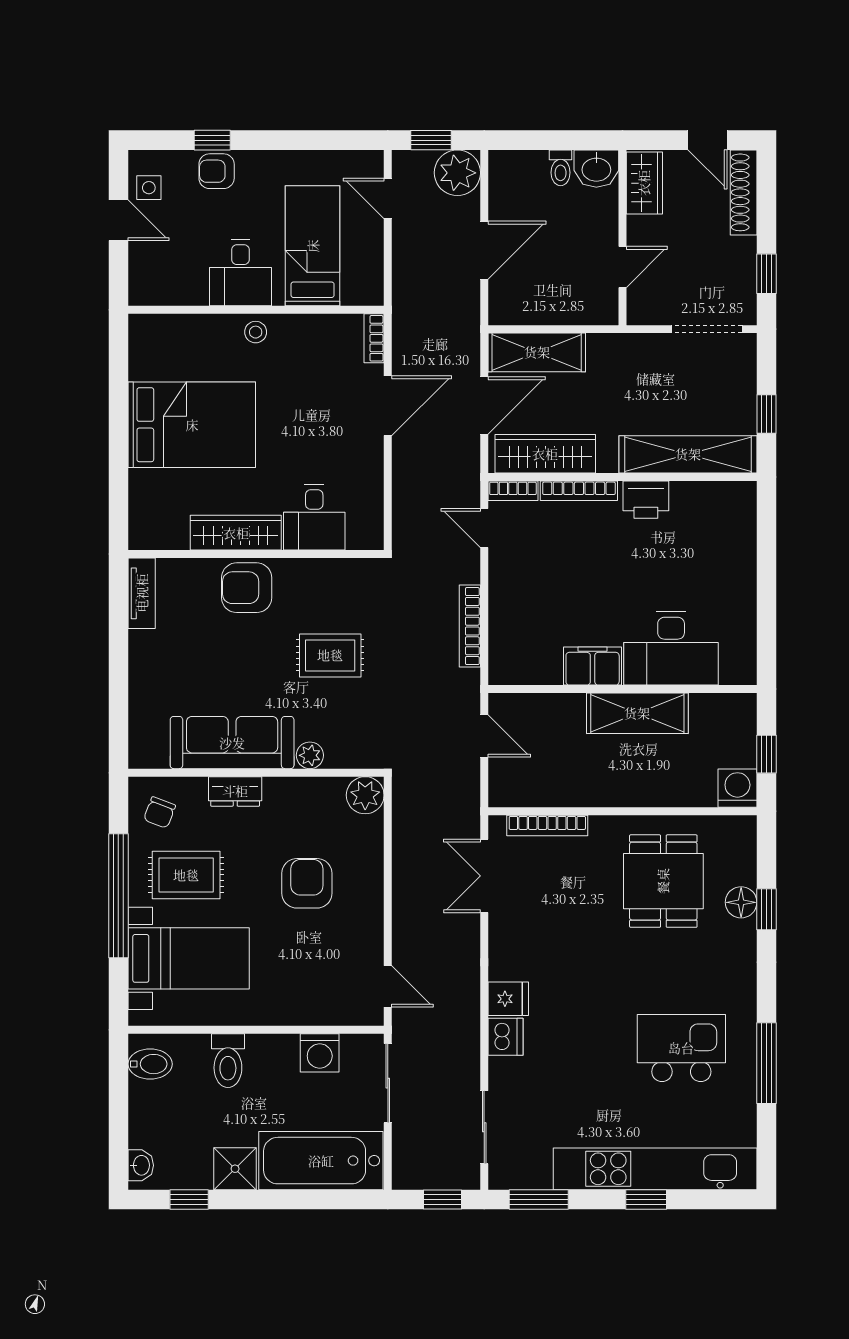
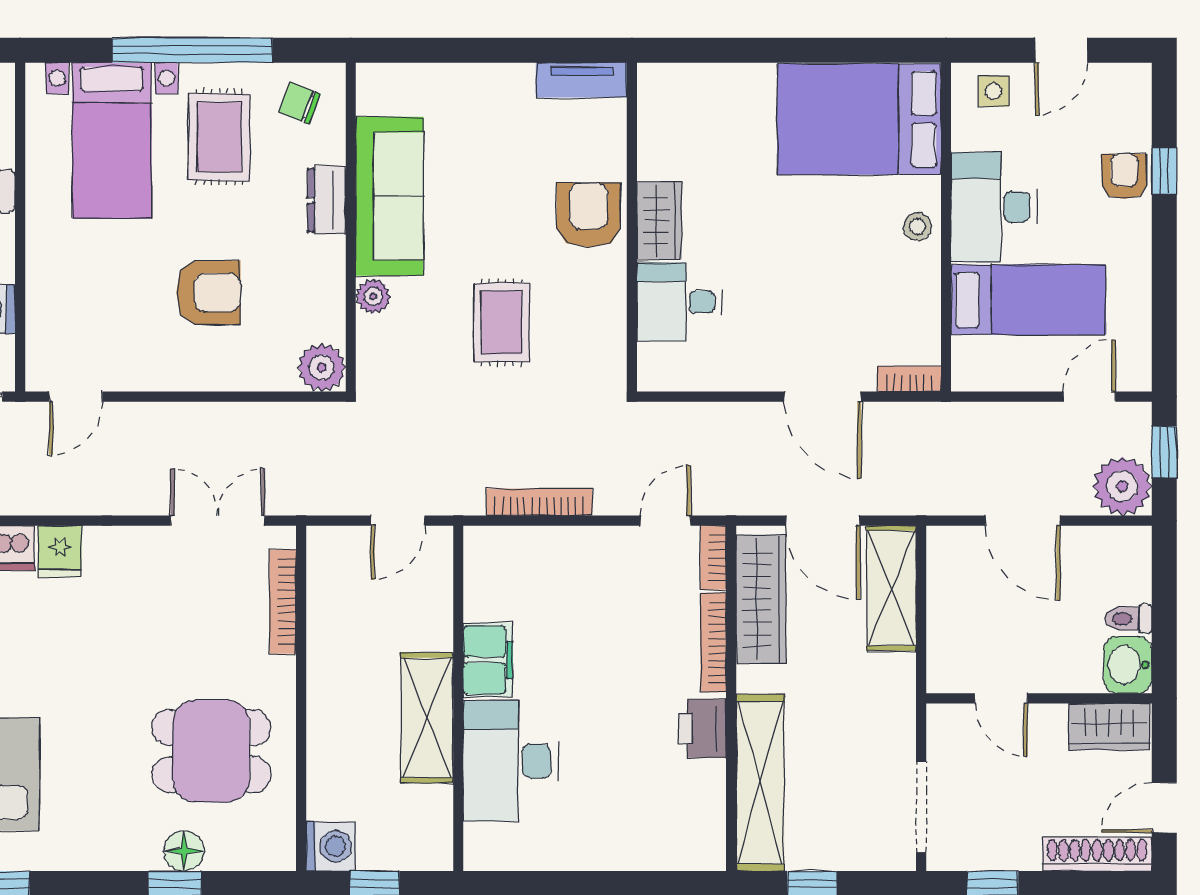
side table: (149, 188) -> (993, 91), moved
desk: (240, 273) -> (994, 207), width x1.37
bed: (192, 425) -> (859, 119), moved, turned 90
wardrobe: (236, 533) -> (659, 220), width x0.67

